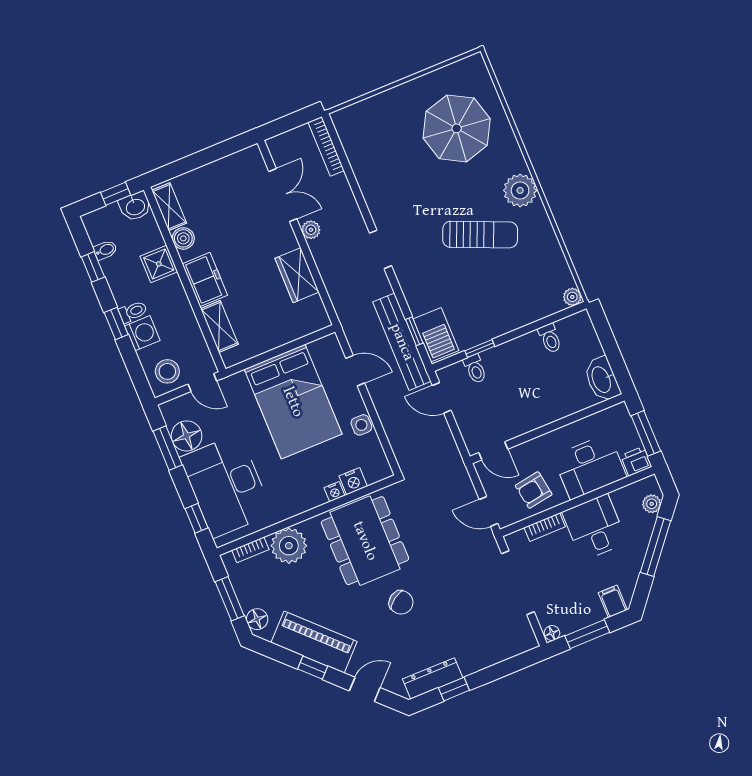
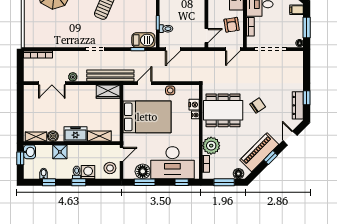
double door: (283, 195) -> (52, 83), swing flipped
wardrobe: (297, 275) -> (108, 92), moved
bench: (402, 342) -> (110, 76), moved

